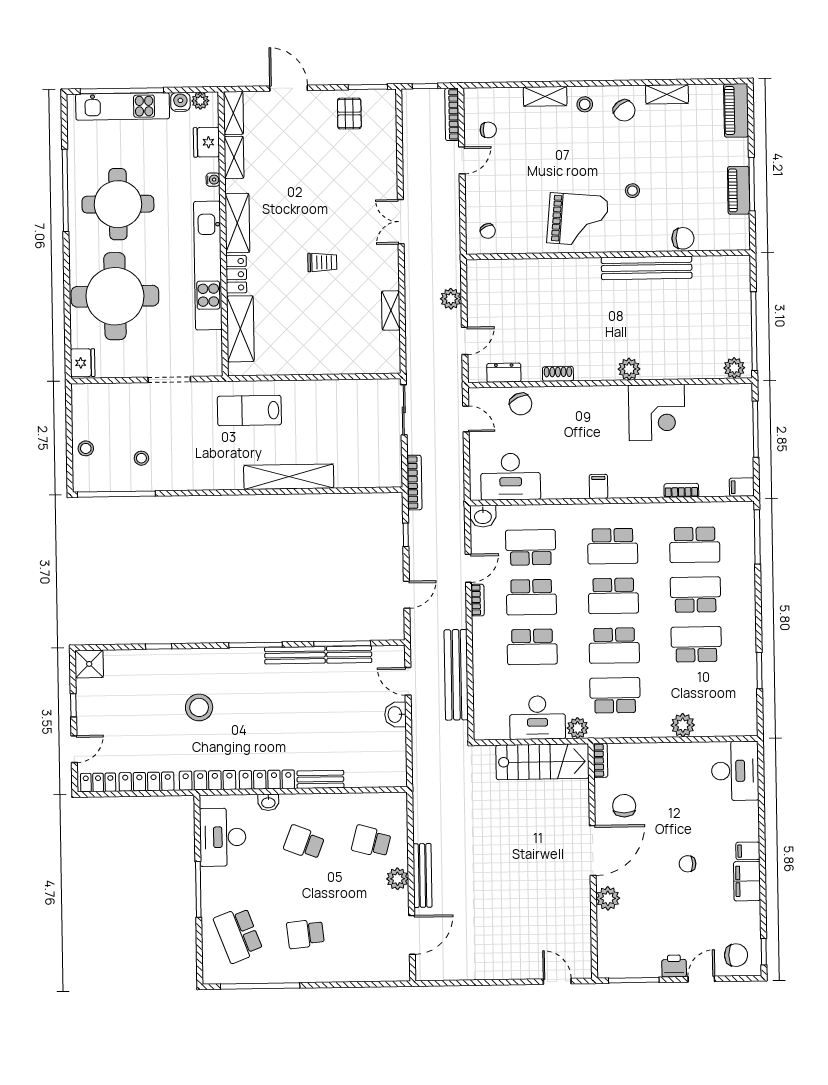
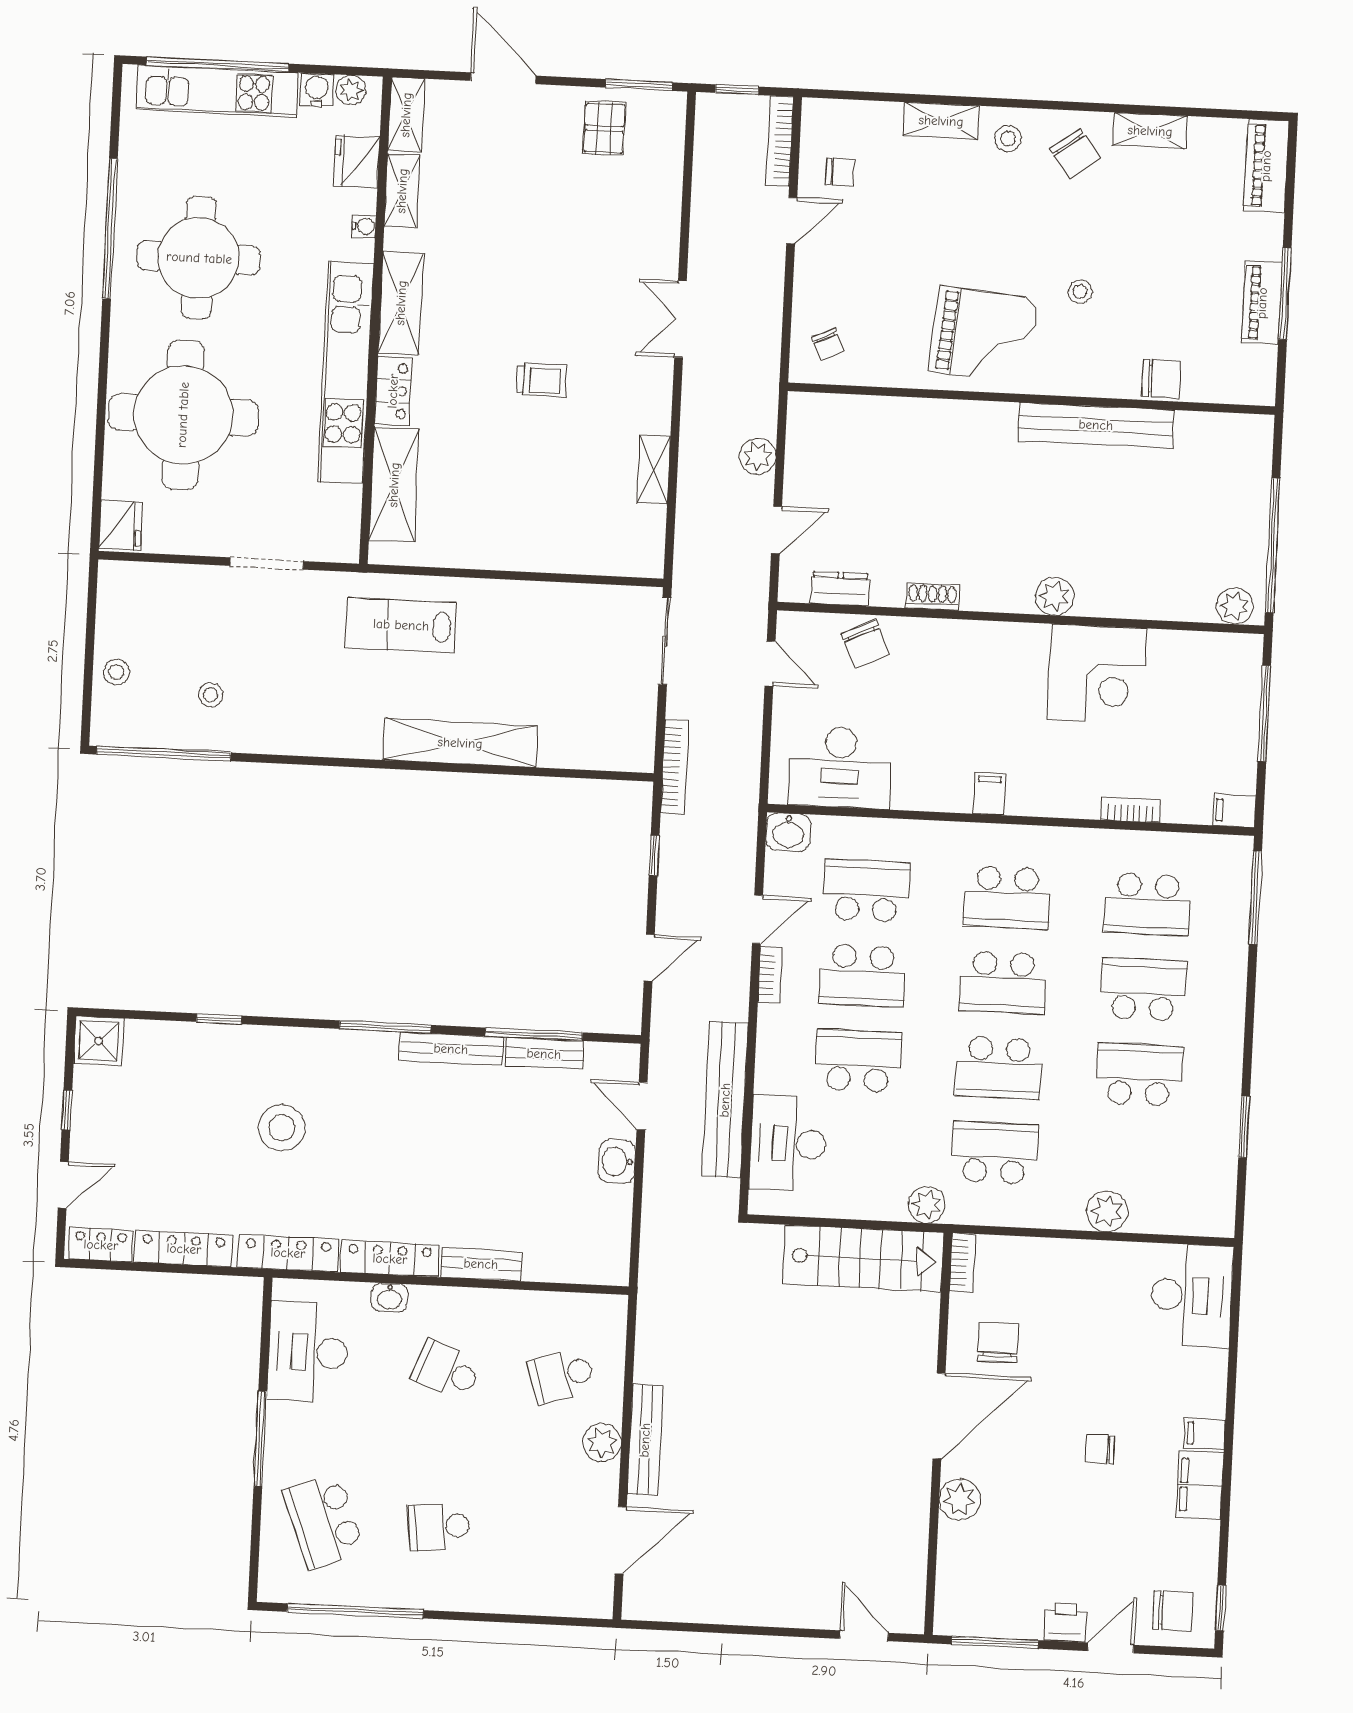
school desk: (532, 647) -> (858, 1061), turned 180
desk: (537, 718) -> (788, 1143), moved, turned 90
school desk: (371, 841) -> (561, 1376), turned -33

